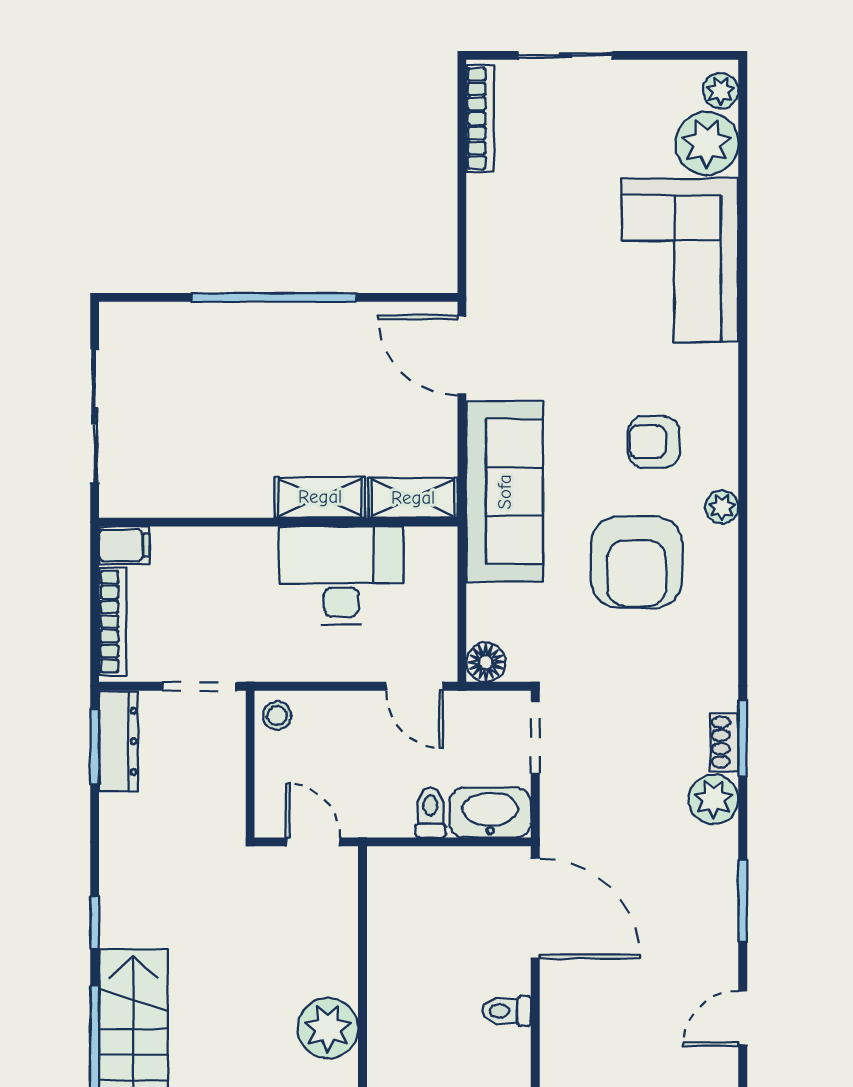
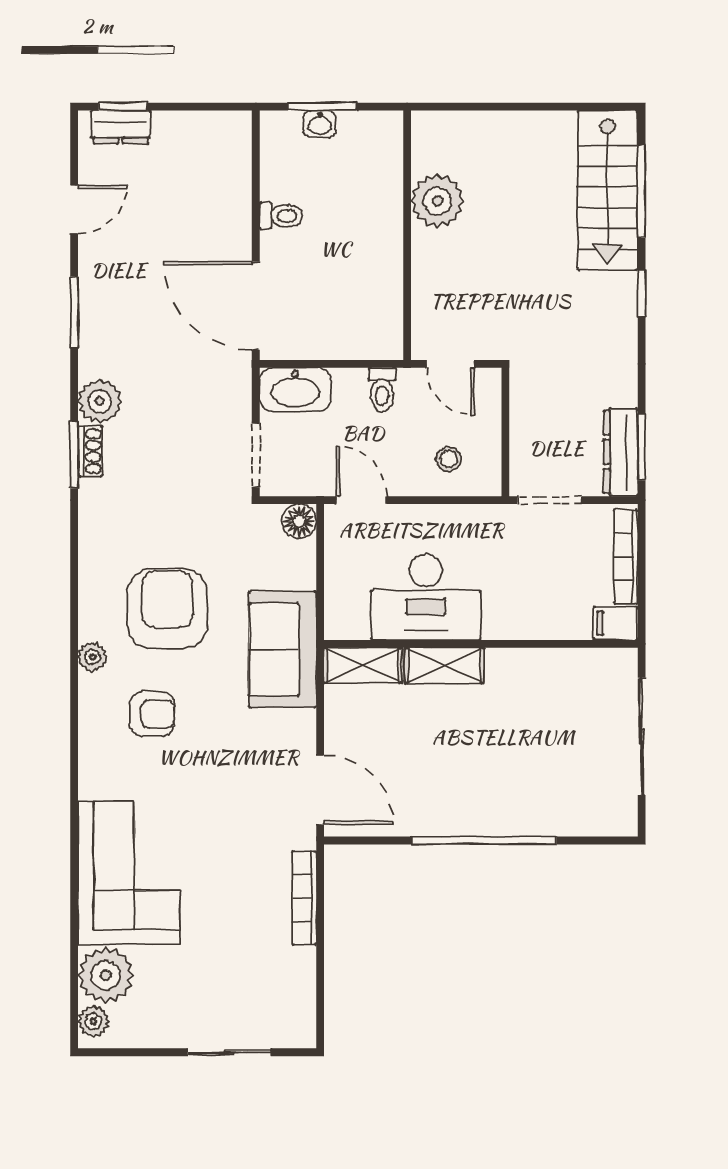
bookcase: (480, 118) -> (304, 898), moved
sofa: (505, 492) -> (283, 650), width x0.73
stool: (277, 716) -> (449, 459), moved
toilet: (431, 812) -> (382, 390), moved

